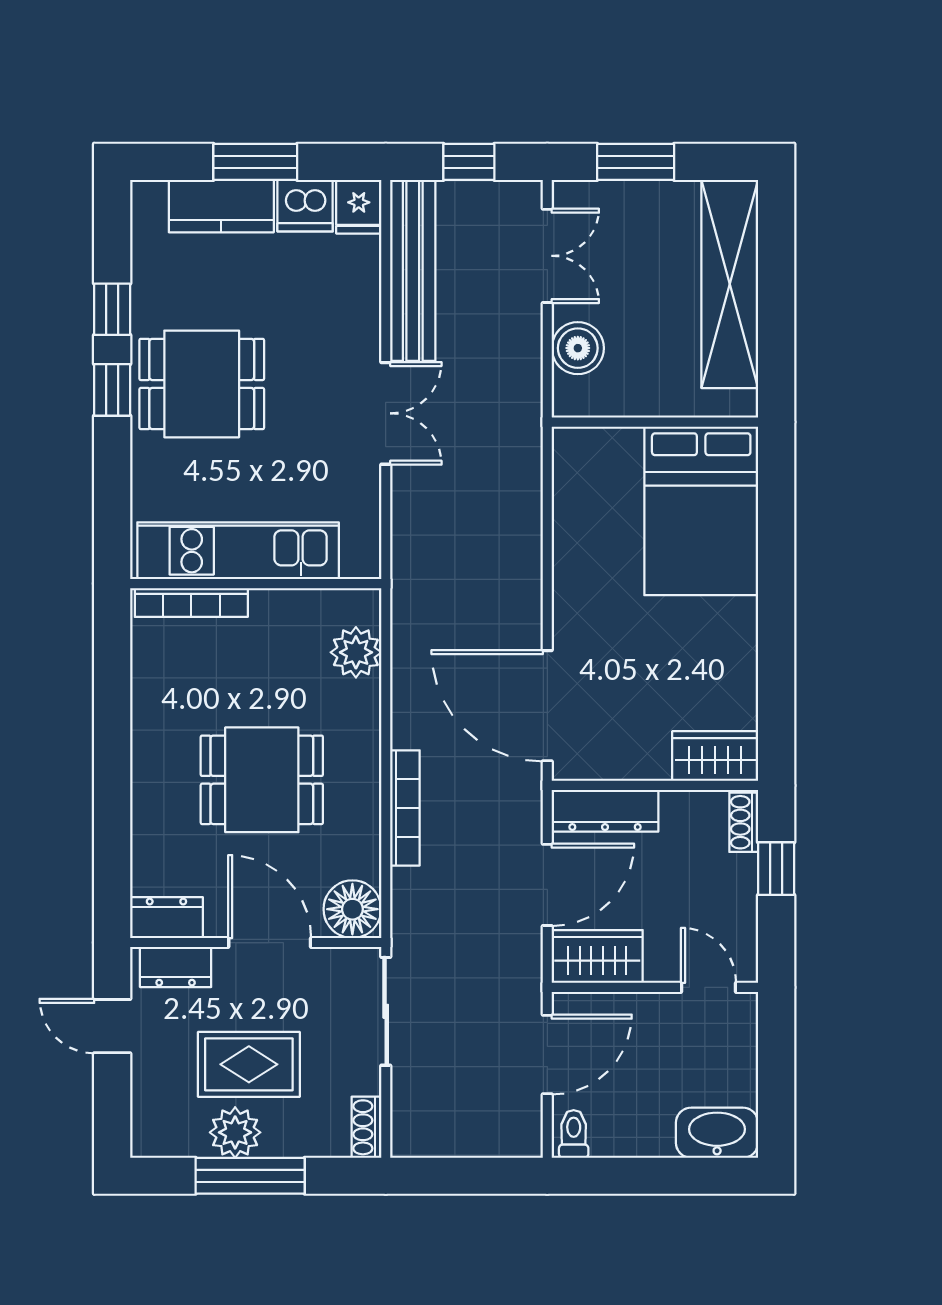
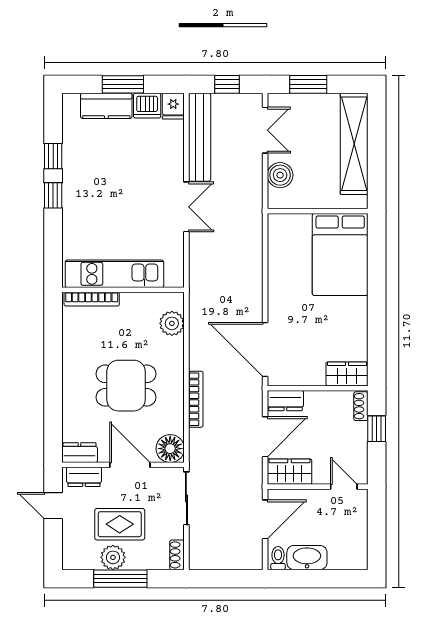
dining table: (202, 384) -> (97, 193), removed
dresser: (605, 811) -> (285, 401), width x0.70
washbasin: (717, 1133) -> (307, 558), moved

